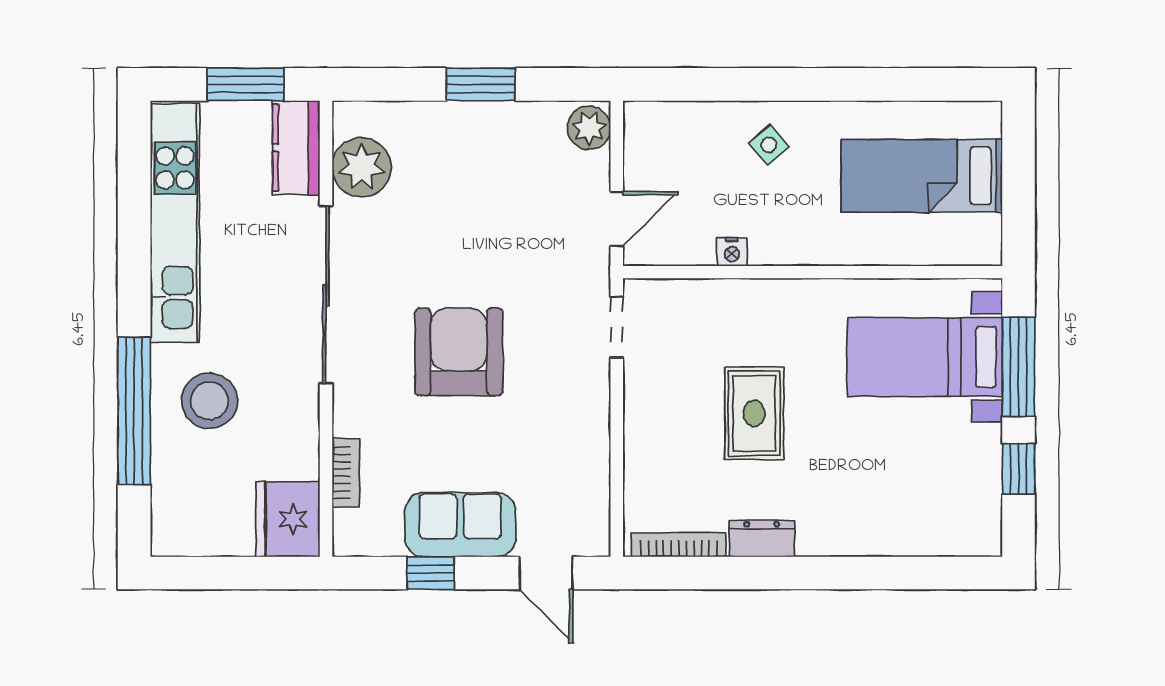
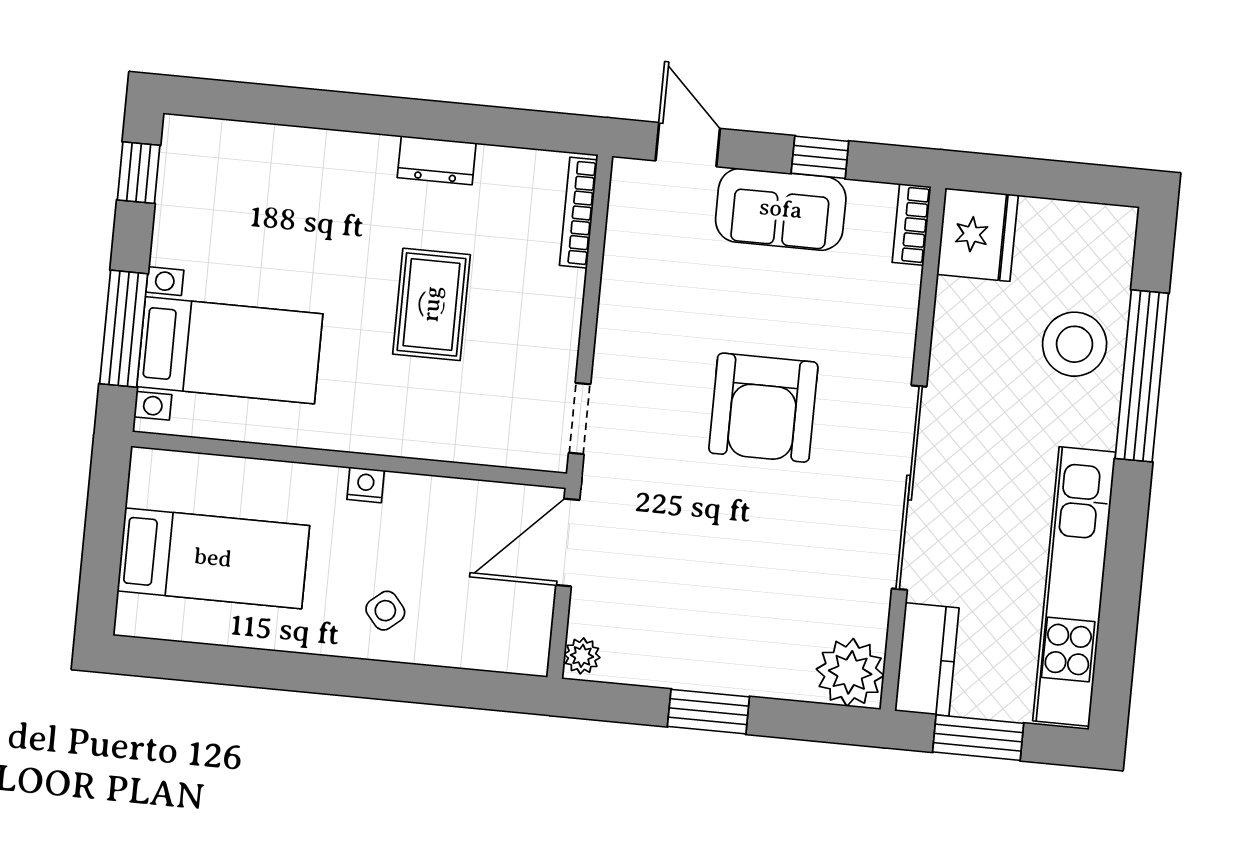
plant: (589, 128) -> (582, 656), width x0.73, depth x0.73
plant: (362, 167) -> (850, 672), moved
door: (617, 219) -> (568, 542), width x1.38
nightstand: (732, 252) -> (366, 485), moved
stool: (209, 401) -> (1075, 344), moved
window: (1019, 469) -> (139, 173), moved
bookcase: (346, 473) -> (912, 225), moved
bookcase: (679, 545) -> (578, 213), moved, turned 90

